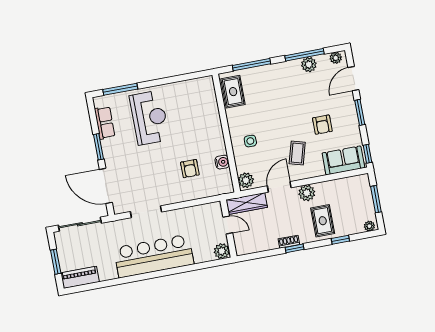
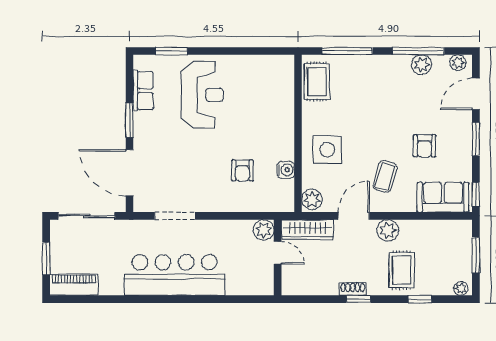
window: (120, 89) -> (171, 51), width x0.69
side table: (250, 141) -> (327, 150), width x1.87, depth x1.87
plant: (222, 251) -> (264, 230), moved

